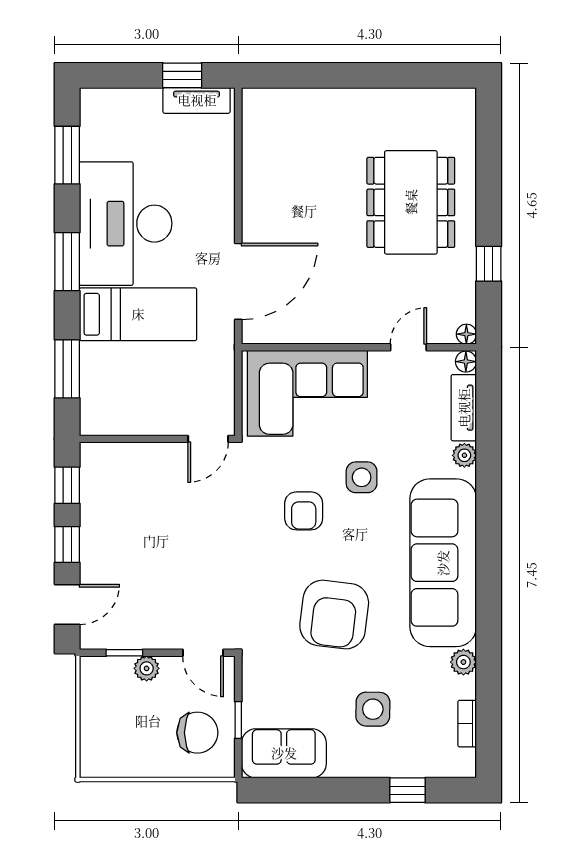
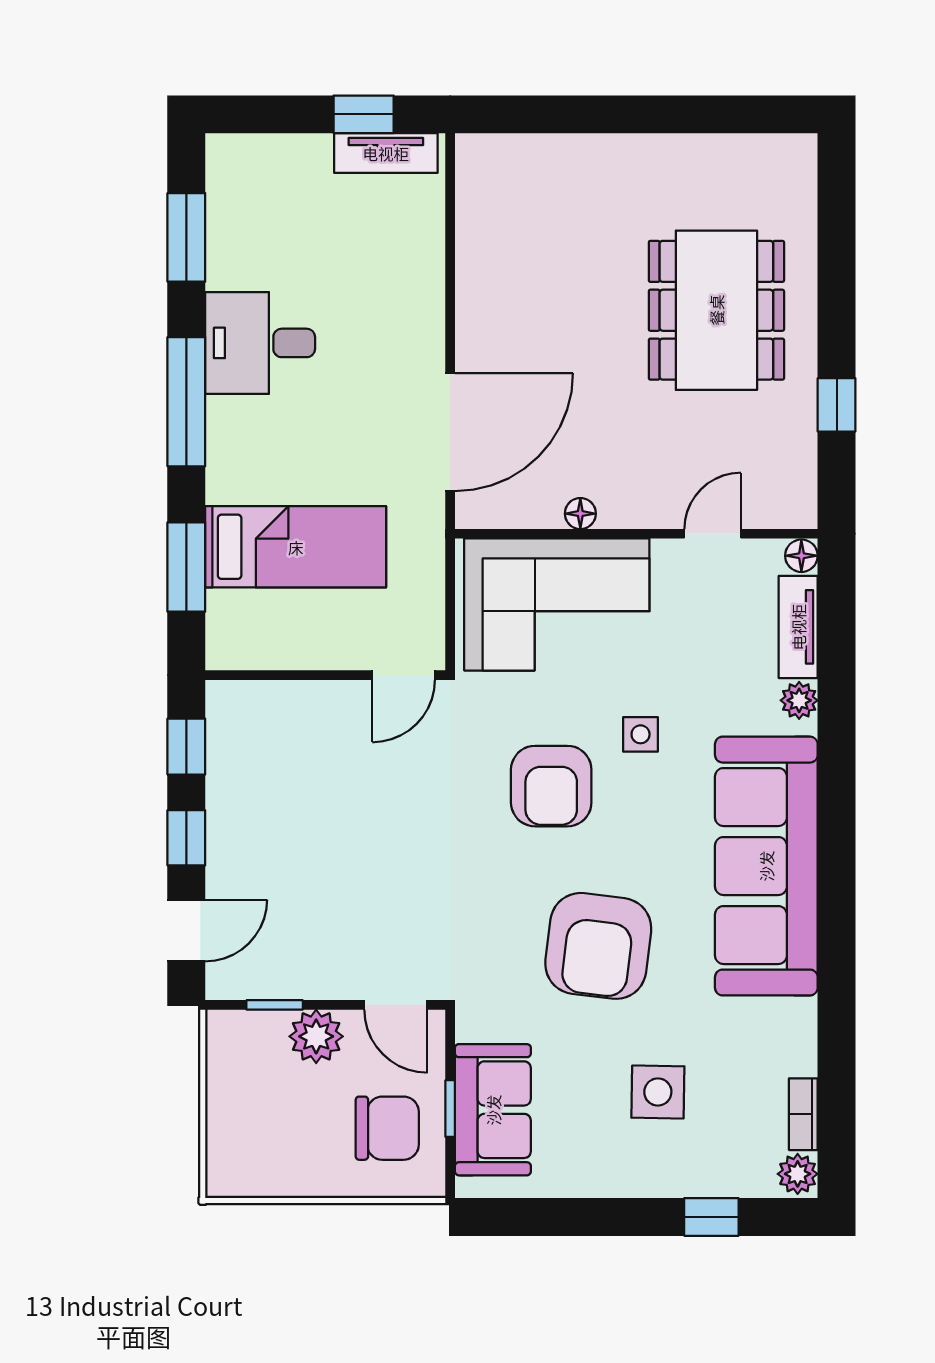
desk: (126, 224) -> (260, 343), width x0.53, depth x0.77
window: (67, 262) -> (186, 402), width x1.44
bed: (138, 314) -> (296, 547), moved
floor lamp: (466, 334) -> (580, 514), moved
side table: (362, 477) -> (641, 734), width x0.73, depth x0.73
armchair: (304, 511) -> (551, 786), width x1.38, depth x1.38
plant: (463, 662) -> (798, 1174), moved
plant: (147, 668) -> (316, 1036), width x1.38, depth x1.38
sofa: (284, 753) -> (493, 1110), moved, turned 90

